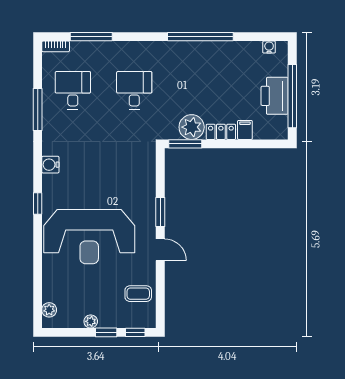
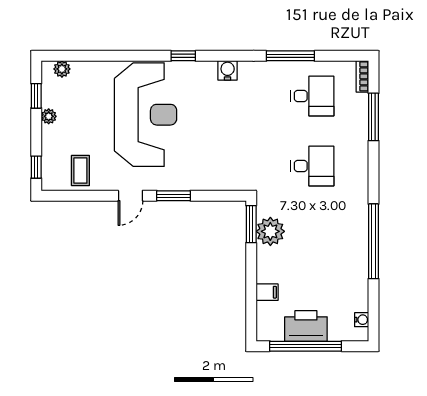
locker: (221, 132) -> (265, 265), removed
reception desk: (89, 237) -> (146, 115), turned 180
window: (106, 332) -> (36, 96), moved

